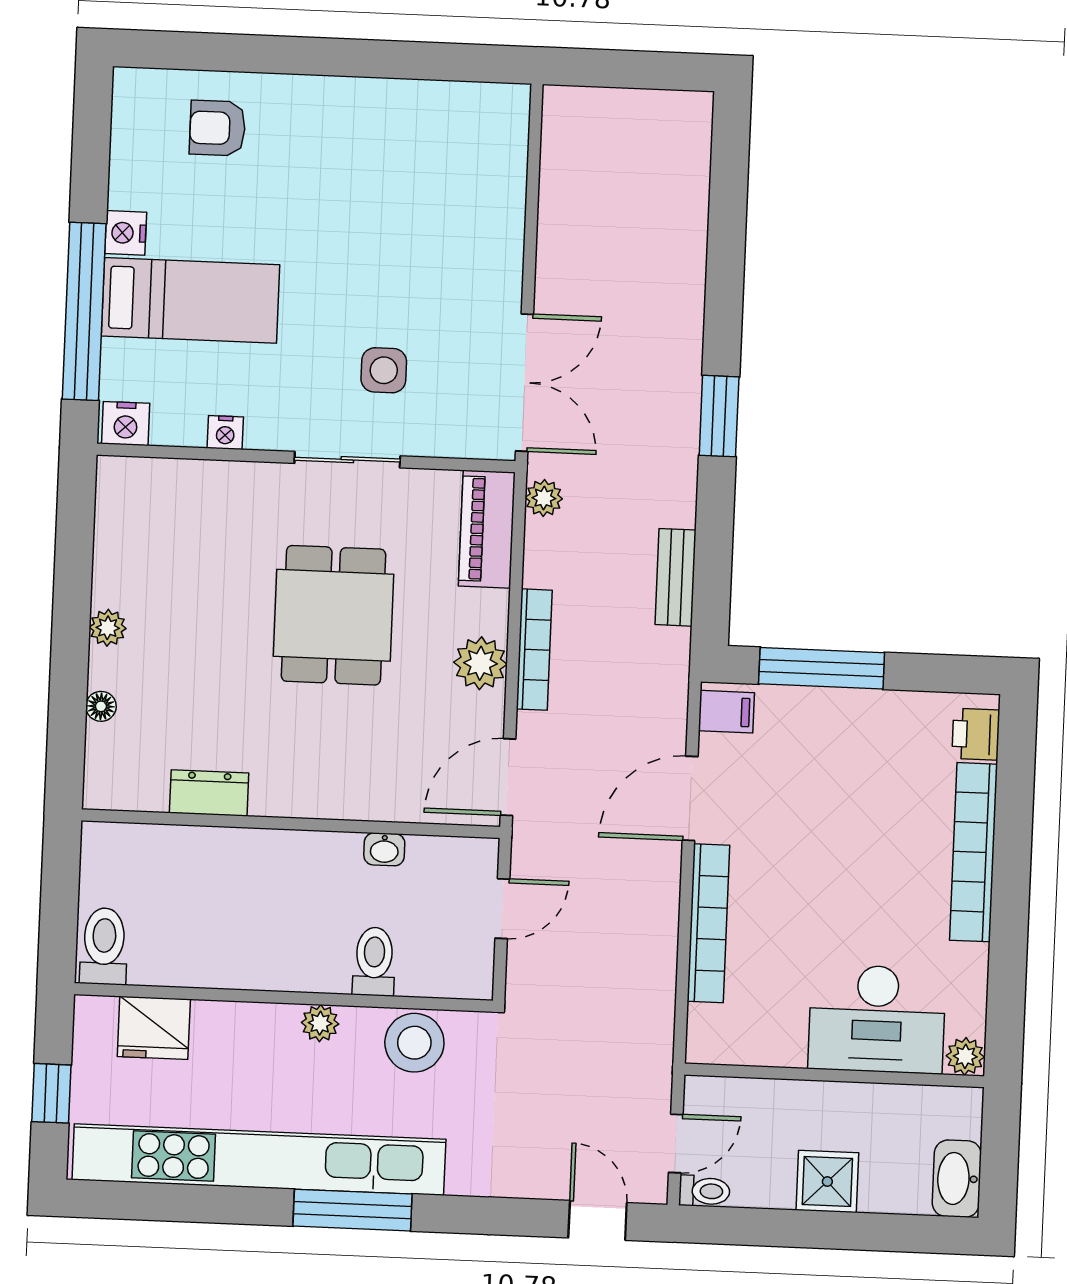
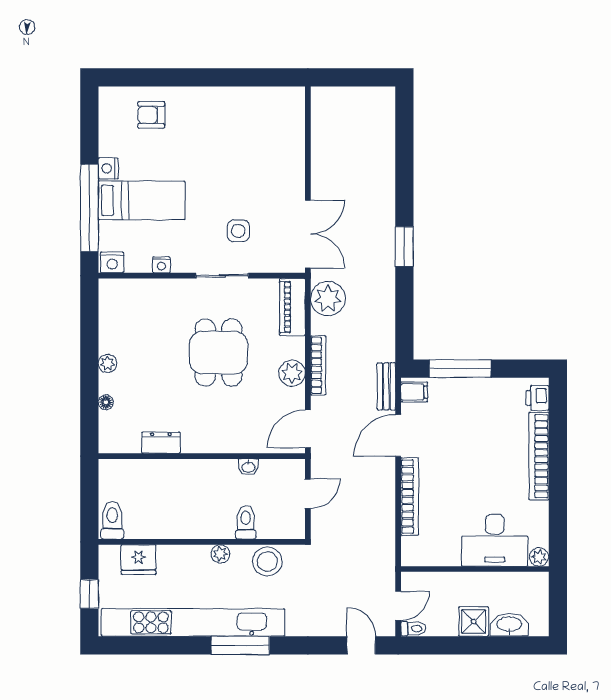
plant: (544, 498) -> (328, 299), width x1.87, depth x1.87
bench: (676, 577) -> (386, 386), moved
washbasin: (957, 1179) -> (509, 625), moved, turned 90

